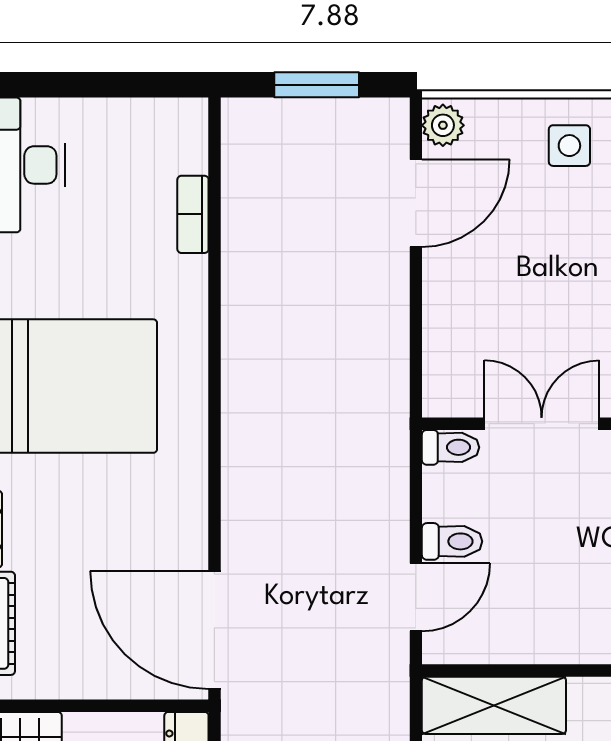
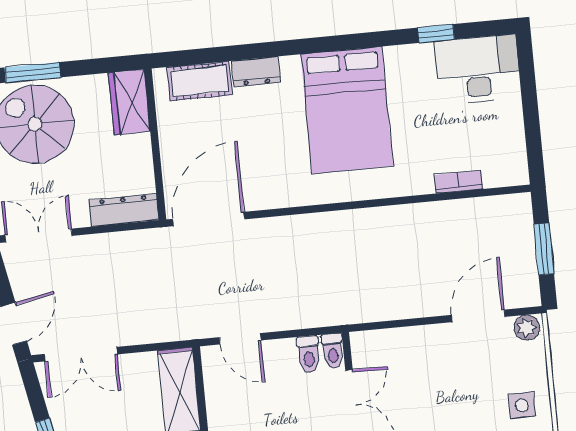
door: (416, 203) -> (478, 316), swing flipped
toilet: (452, 541) -> (309, 354), moved

